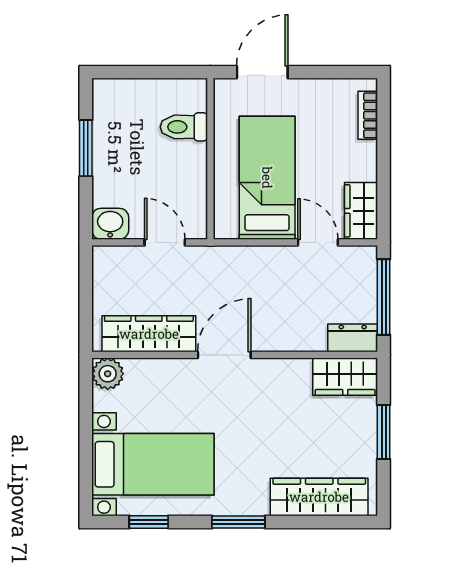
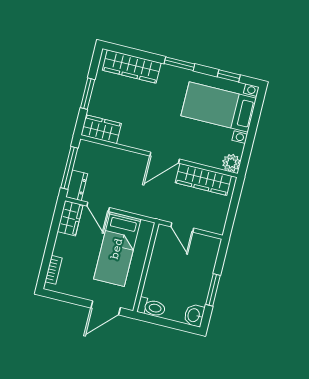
toilet: (184, 127) -> (151, 307), moved
washbasin: (110, 224) -> (194, 315), moved, turned 90
dresser: (353, 338) -> (77, 185), moved, turned -90

